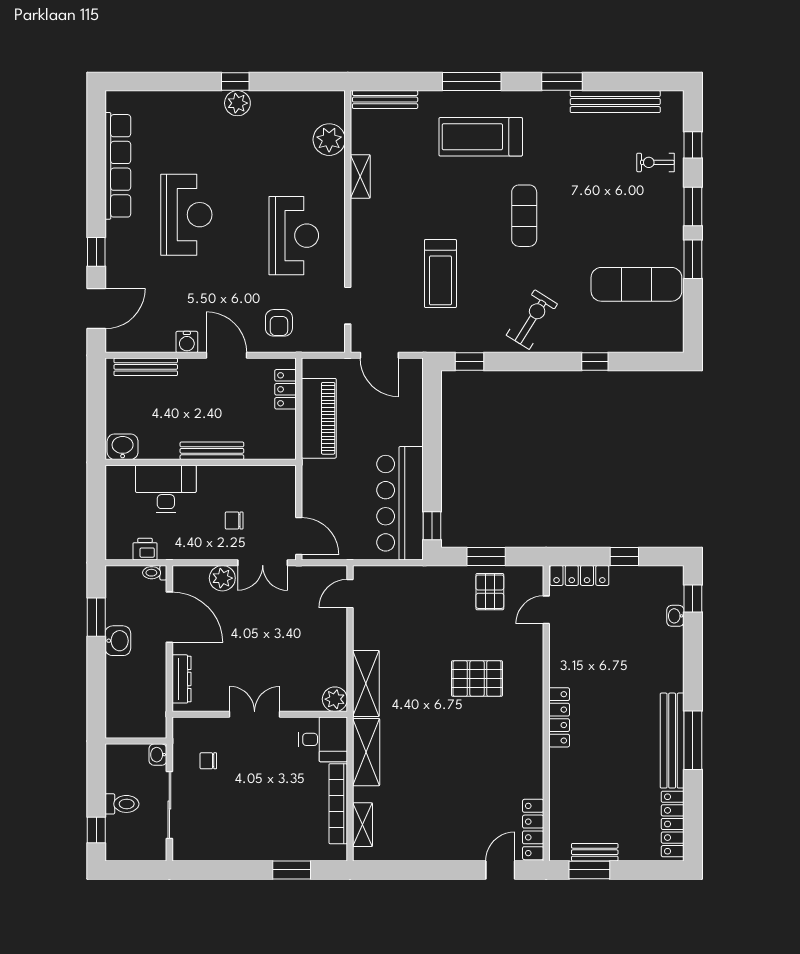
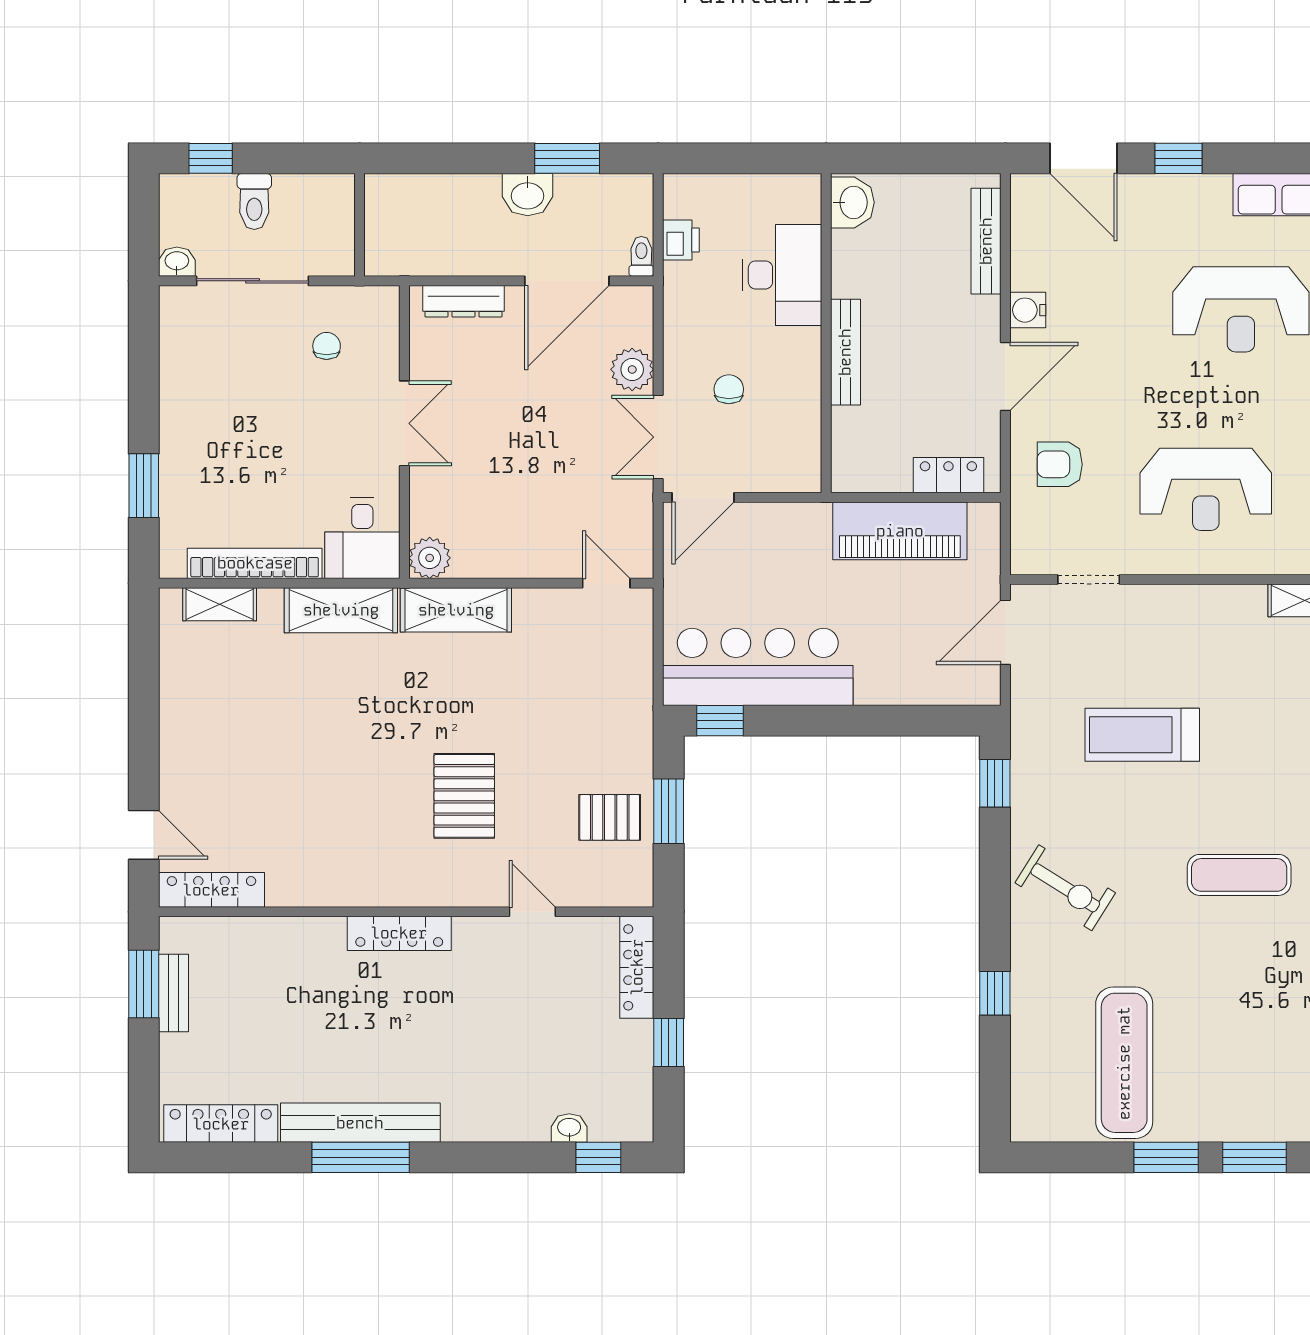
door: (546, 610) -> (532, 912), moved
washbasin: (158, 755) -> (177, 262), moved

